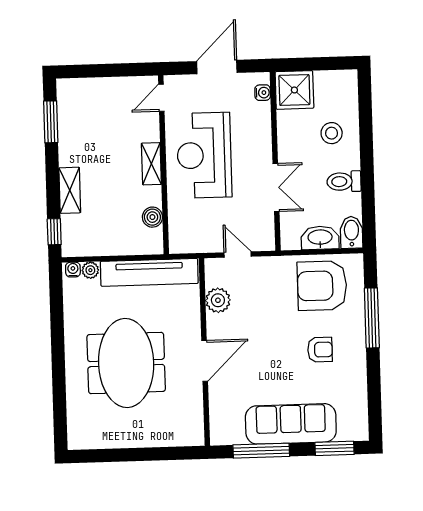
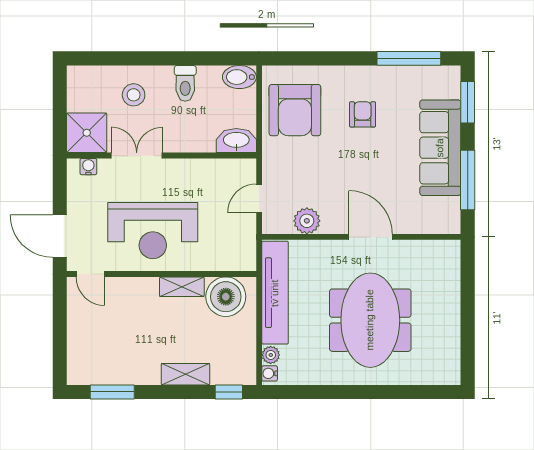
door: (217, 67) -> (60, 236), moved
shelving: (151, 164) -> (182, 287), moved
double door: (276, 188) -> (137, 156), moved
boiler: (152, 217) -> (226, 297), width x1.86, depth x1.86
washbasin: (320, 238) -> (236, 141), moved, turned 90
window: (372, 318) -> (409, 58), moved
meeting table: (126, 363) -> (370, 320), turned 90

